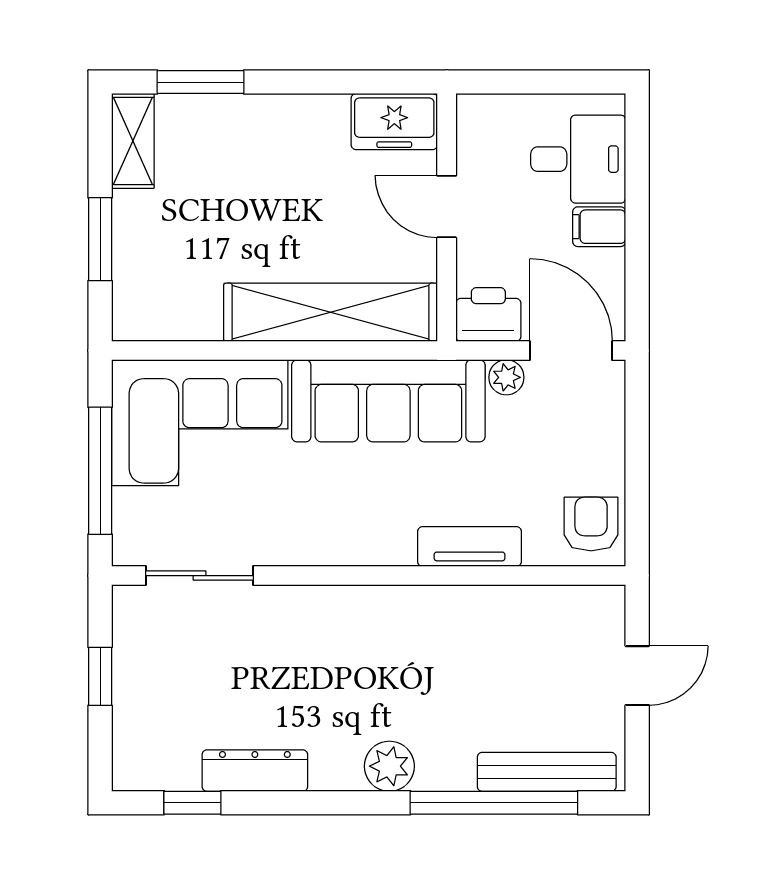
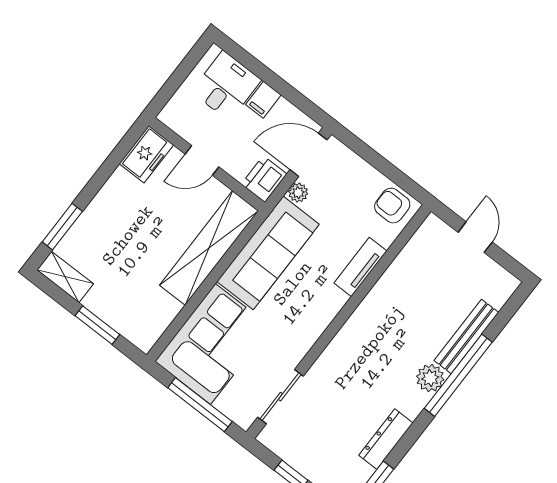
bench: (547, 772) -> (466, 336), moved
window: (494, 803) -> (458, 375), moved

